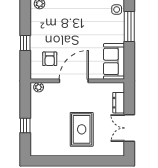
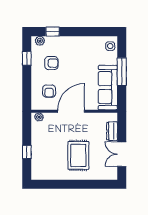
window: (129, 26) -> (122, 72), moved
armchair: (52, 28) -> (51, 63), added
window: (25, 43) -> (27, 58), moved
sofa: (114, 61) -> (108, 88), width x1.36

